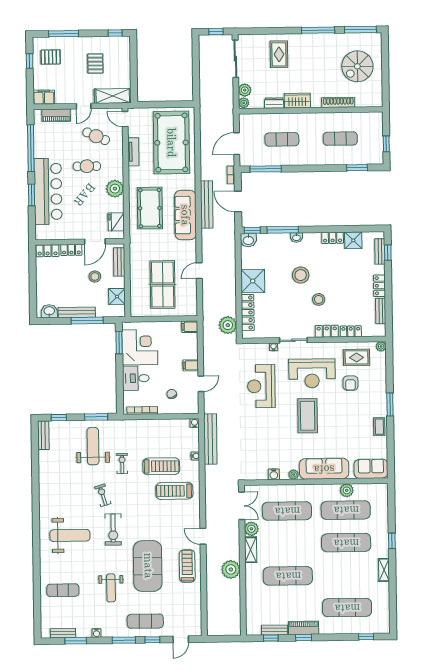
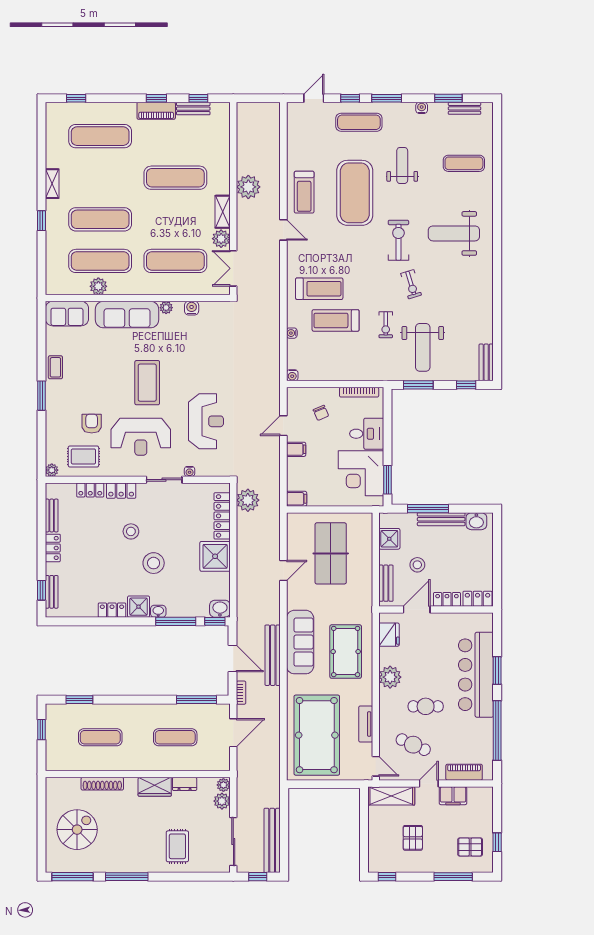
filing cabinet: (44, 97) -> (453, 796), moved
shower: (353, 240) -> (139, 607), moved
reception desk: (312, 373) -> (141, 437), turned 180
bench: (210, 439) -> (272, 840), moved

